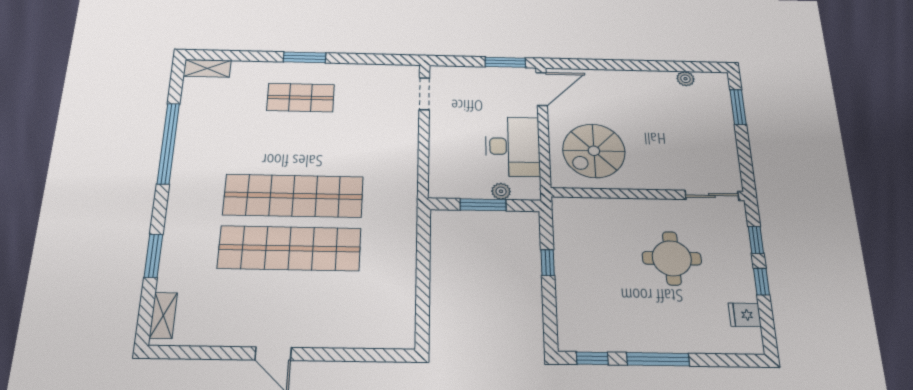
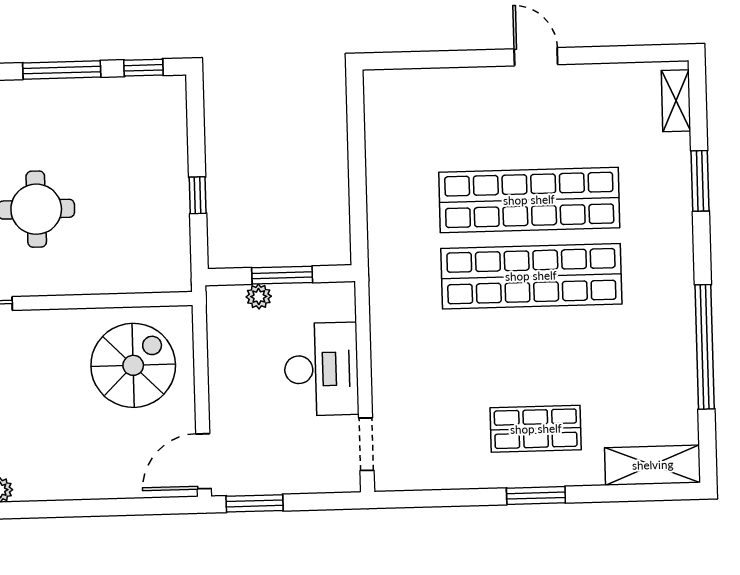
shelving: (207, 68) -> (653, 465), width x1.50, depth x1.33
desk: (513, 146) -> (321, 369), moved, turned 180

